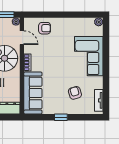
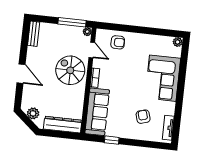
window: (61, 117) -> (112, 140), moved

